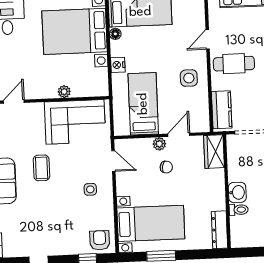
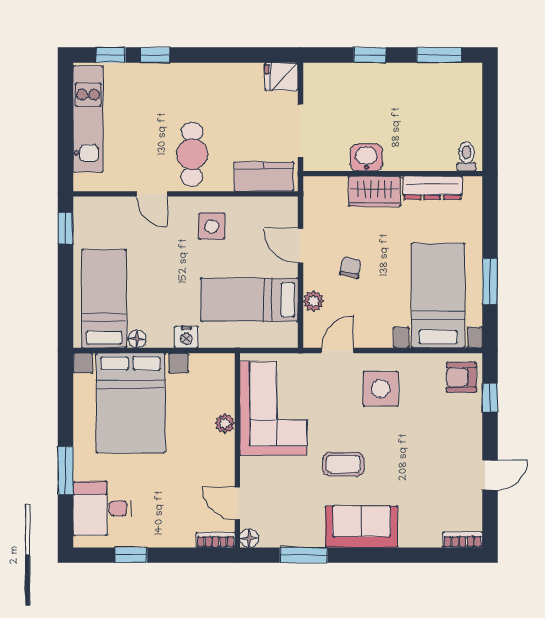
plant: (159, 144) -> (313, 301), moved
wardrobe: (214, 152) -> (375, 191), moved
side table: (90, 189) -> (381, 389), width x1.87, depth x1.87
washbasin: (237, 192) -> (366, 157), moved
toilet: (239, 210) -> (466, 156), moved
dresser: (220, 230) -> (432, 188), moved

